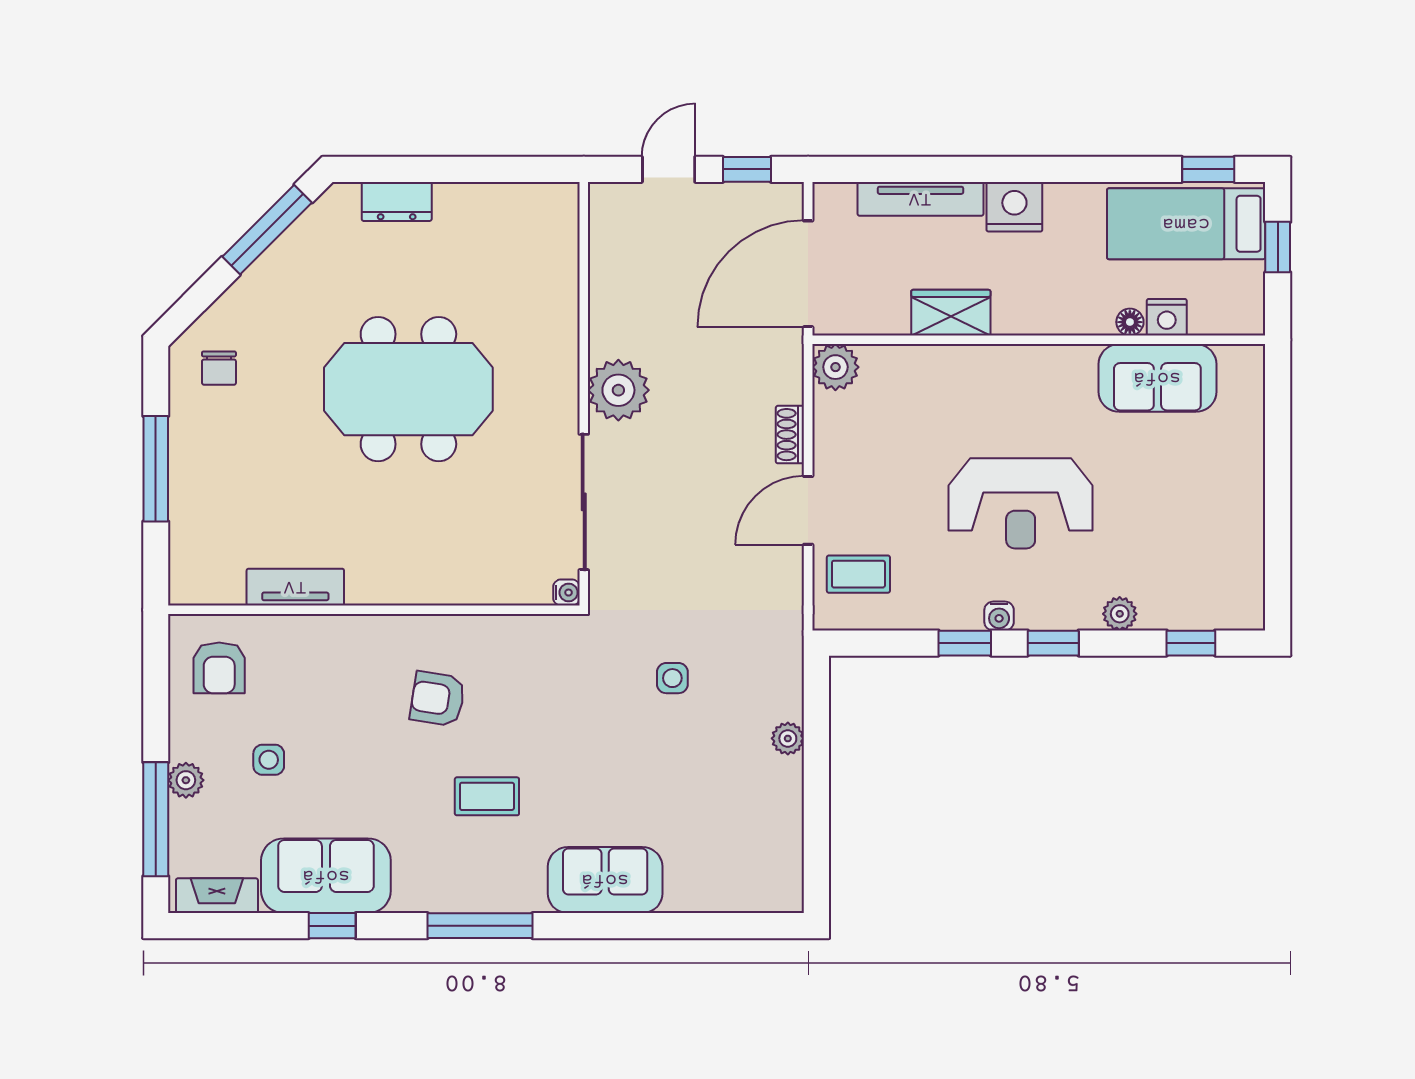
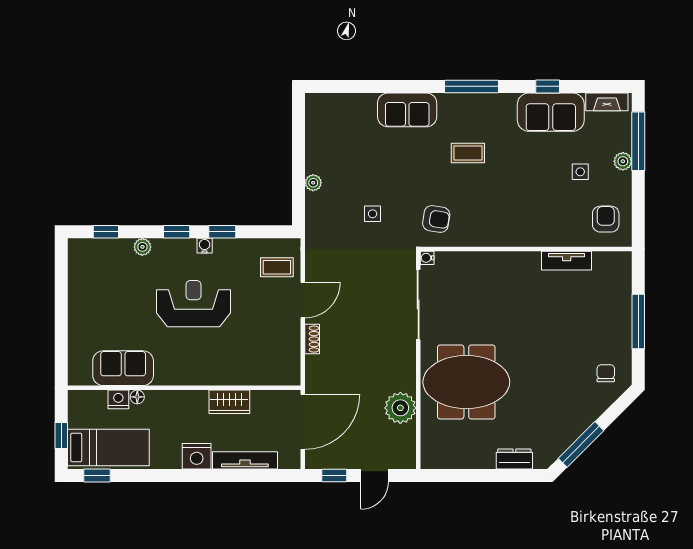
plant: (835, 367) -> (289, 374), removed
meeting table: (408, 389) -> (466, 382), moved
plant: (618, 390) -> (400, 408), moved
armchair: (438, 699) -> (436, 219), moved

